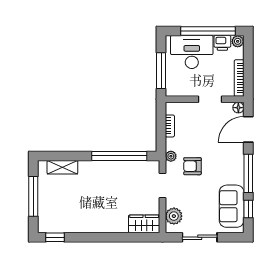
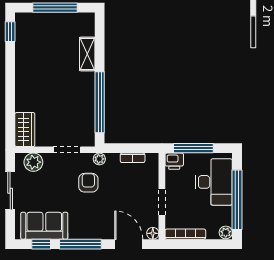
printer: (222, 43) -> (174, 161), moved, turned -90
shelving: (62, 167) -> (87, 54), moved

